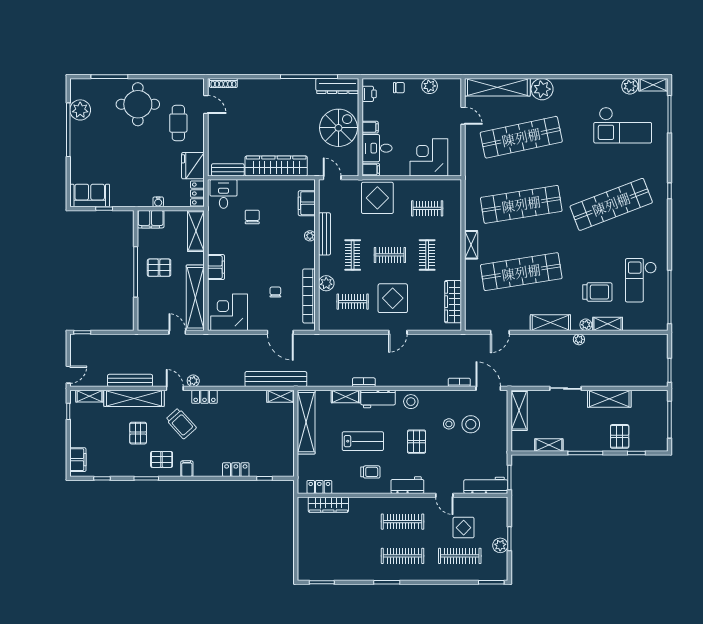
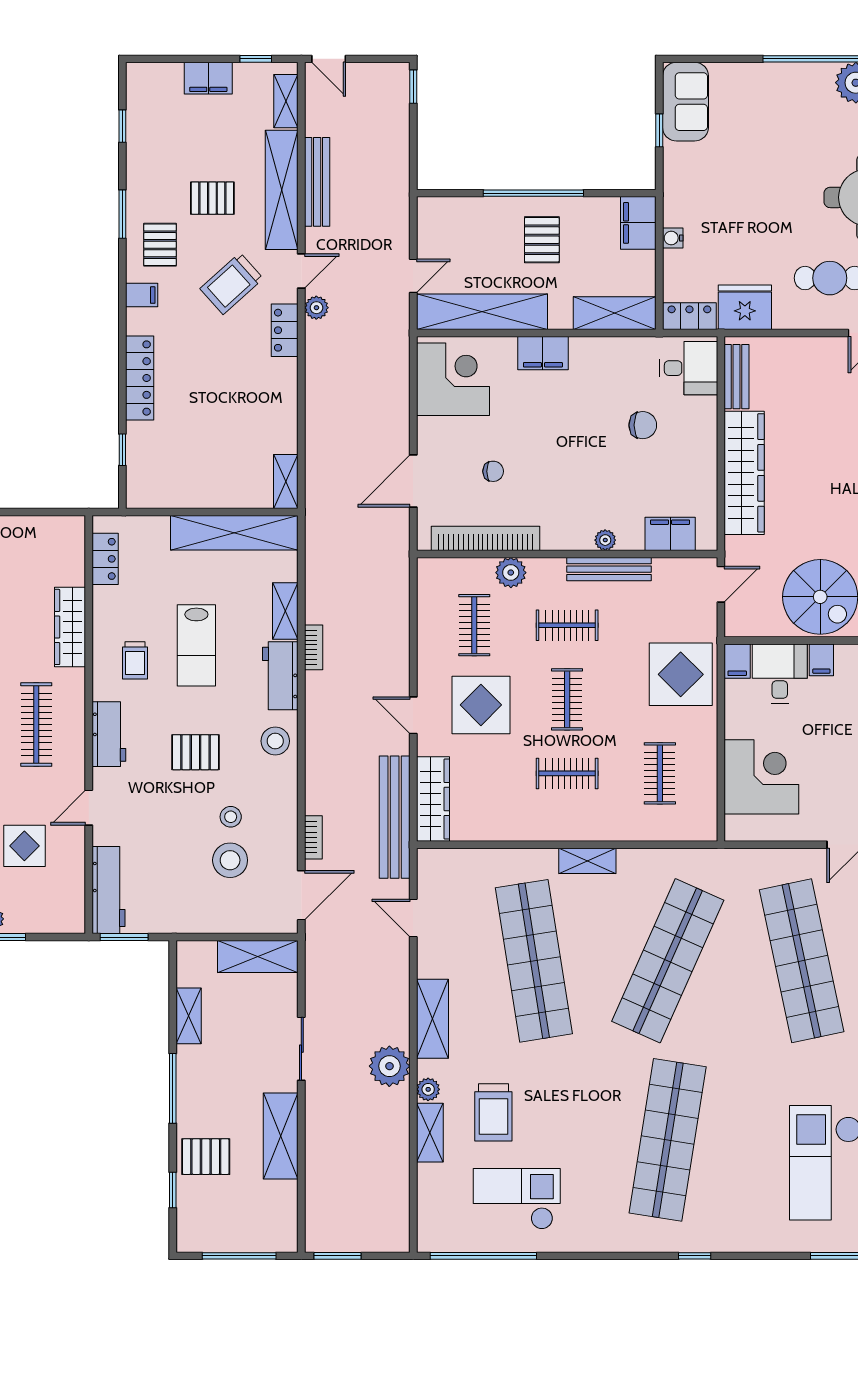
shop shelf: (521, 204) -> (668, 961), turned 33
shop shelf: (611, 204) -> (668, 1140), turned 30
wardrobe: (453, 302) -> (433, 799), moved, turned 90
plant: (579, 339) -> (389, 1066), width x1.88, depth x1.88
bench: (276, 379) -> (395, 817), moved
filing cabinet: (78, 460) -> (208, 78), moved
locker: (236, 470) -> (140, 378), width x1.53
wardrobe: (328, 505) -> (70, 627), moved

